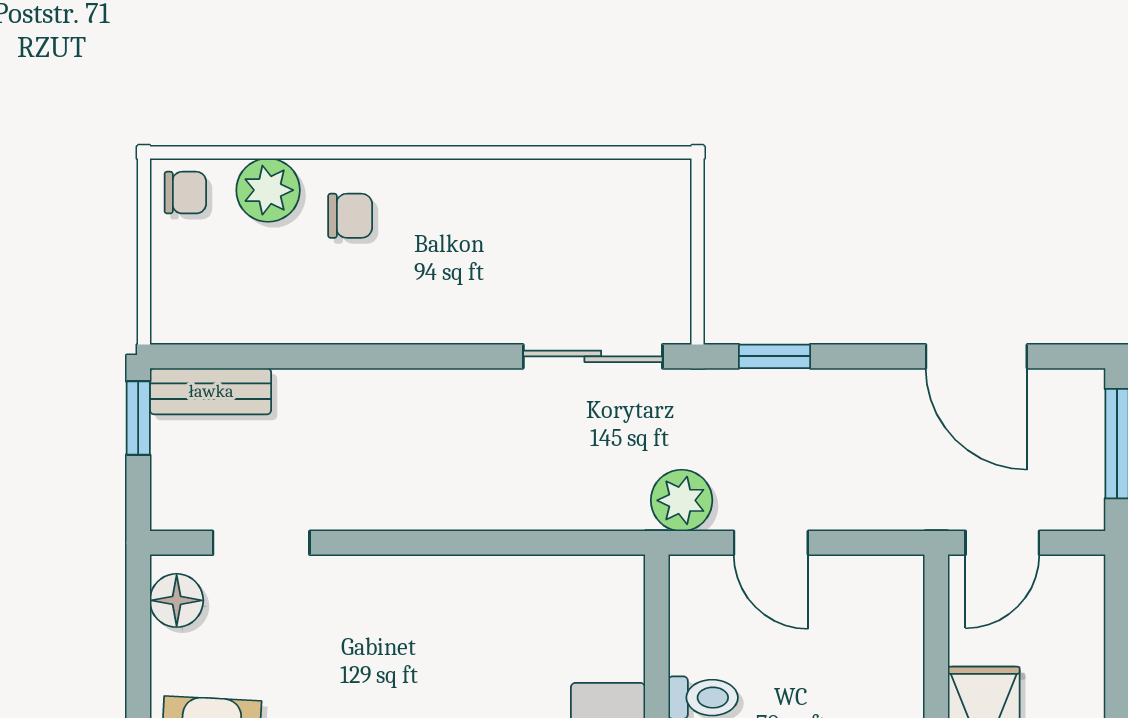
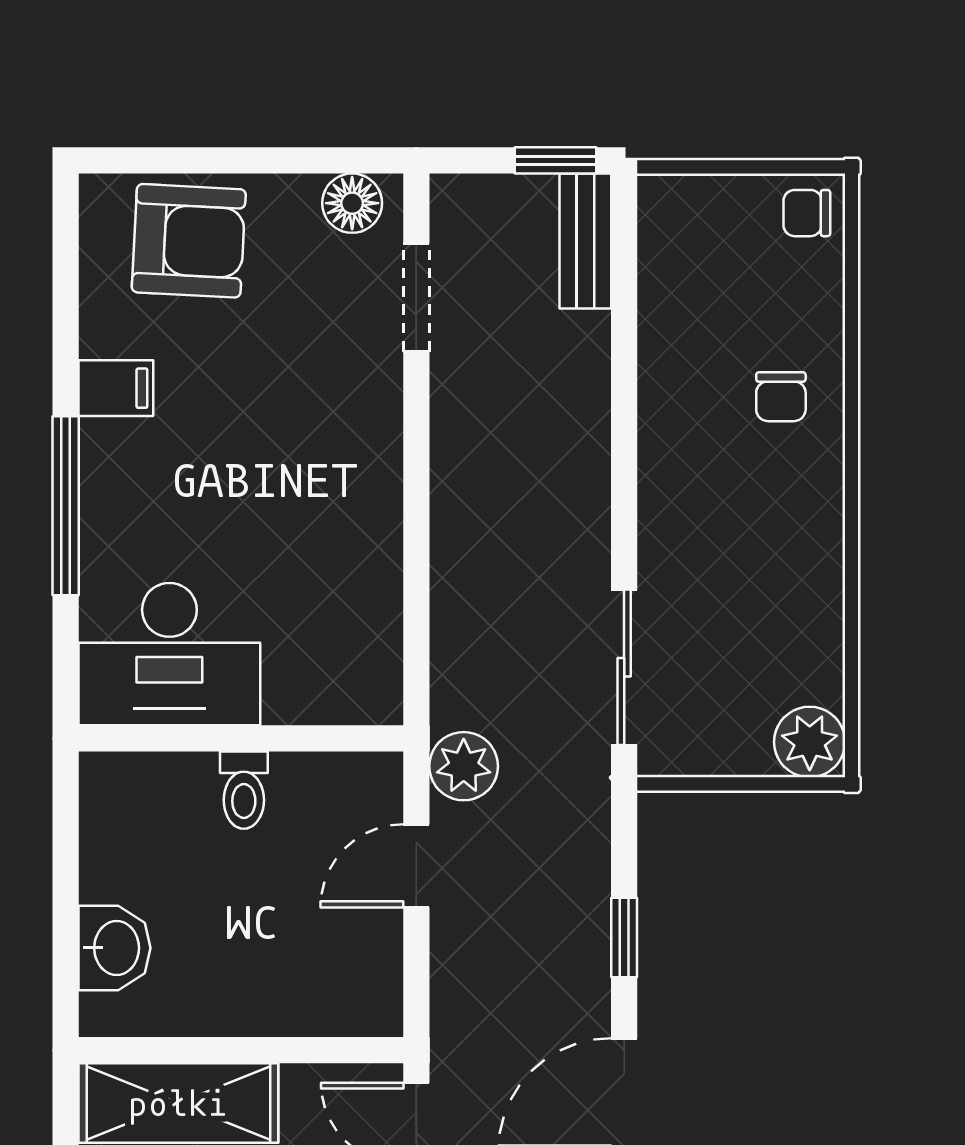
plant: (268, 190) -> (810, 742), moved
chair: (185, 193) -> (807, 213), turned 90
window: (775, 356) -> (624, 937), moved

